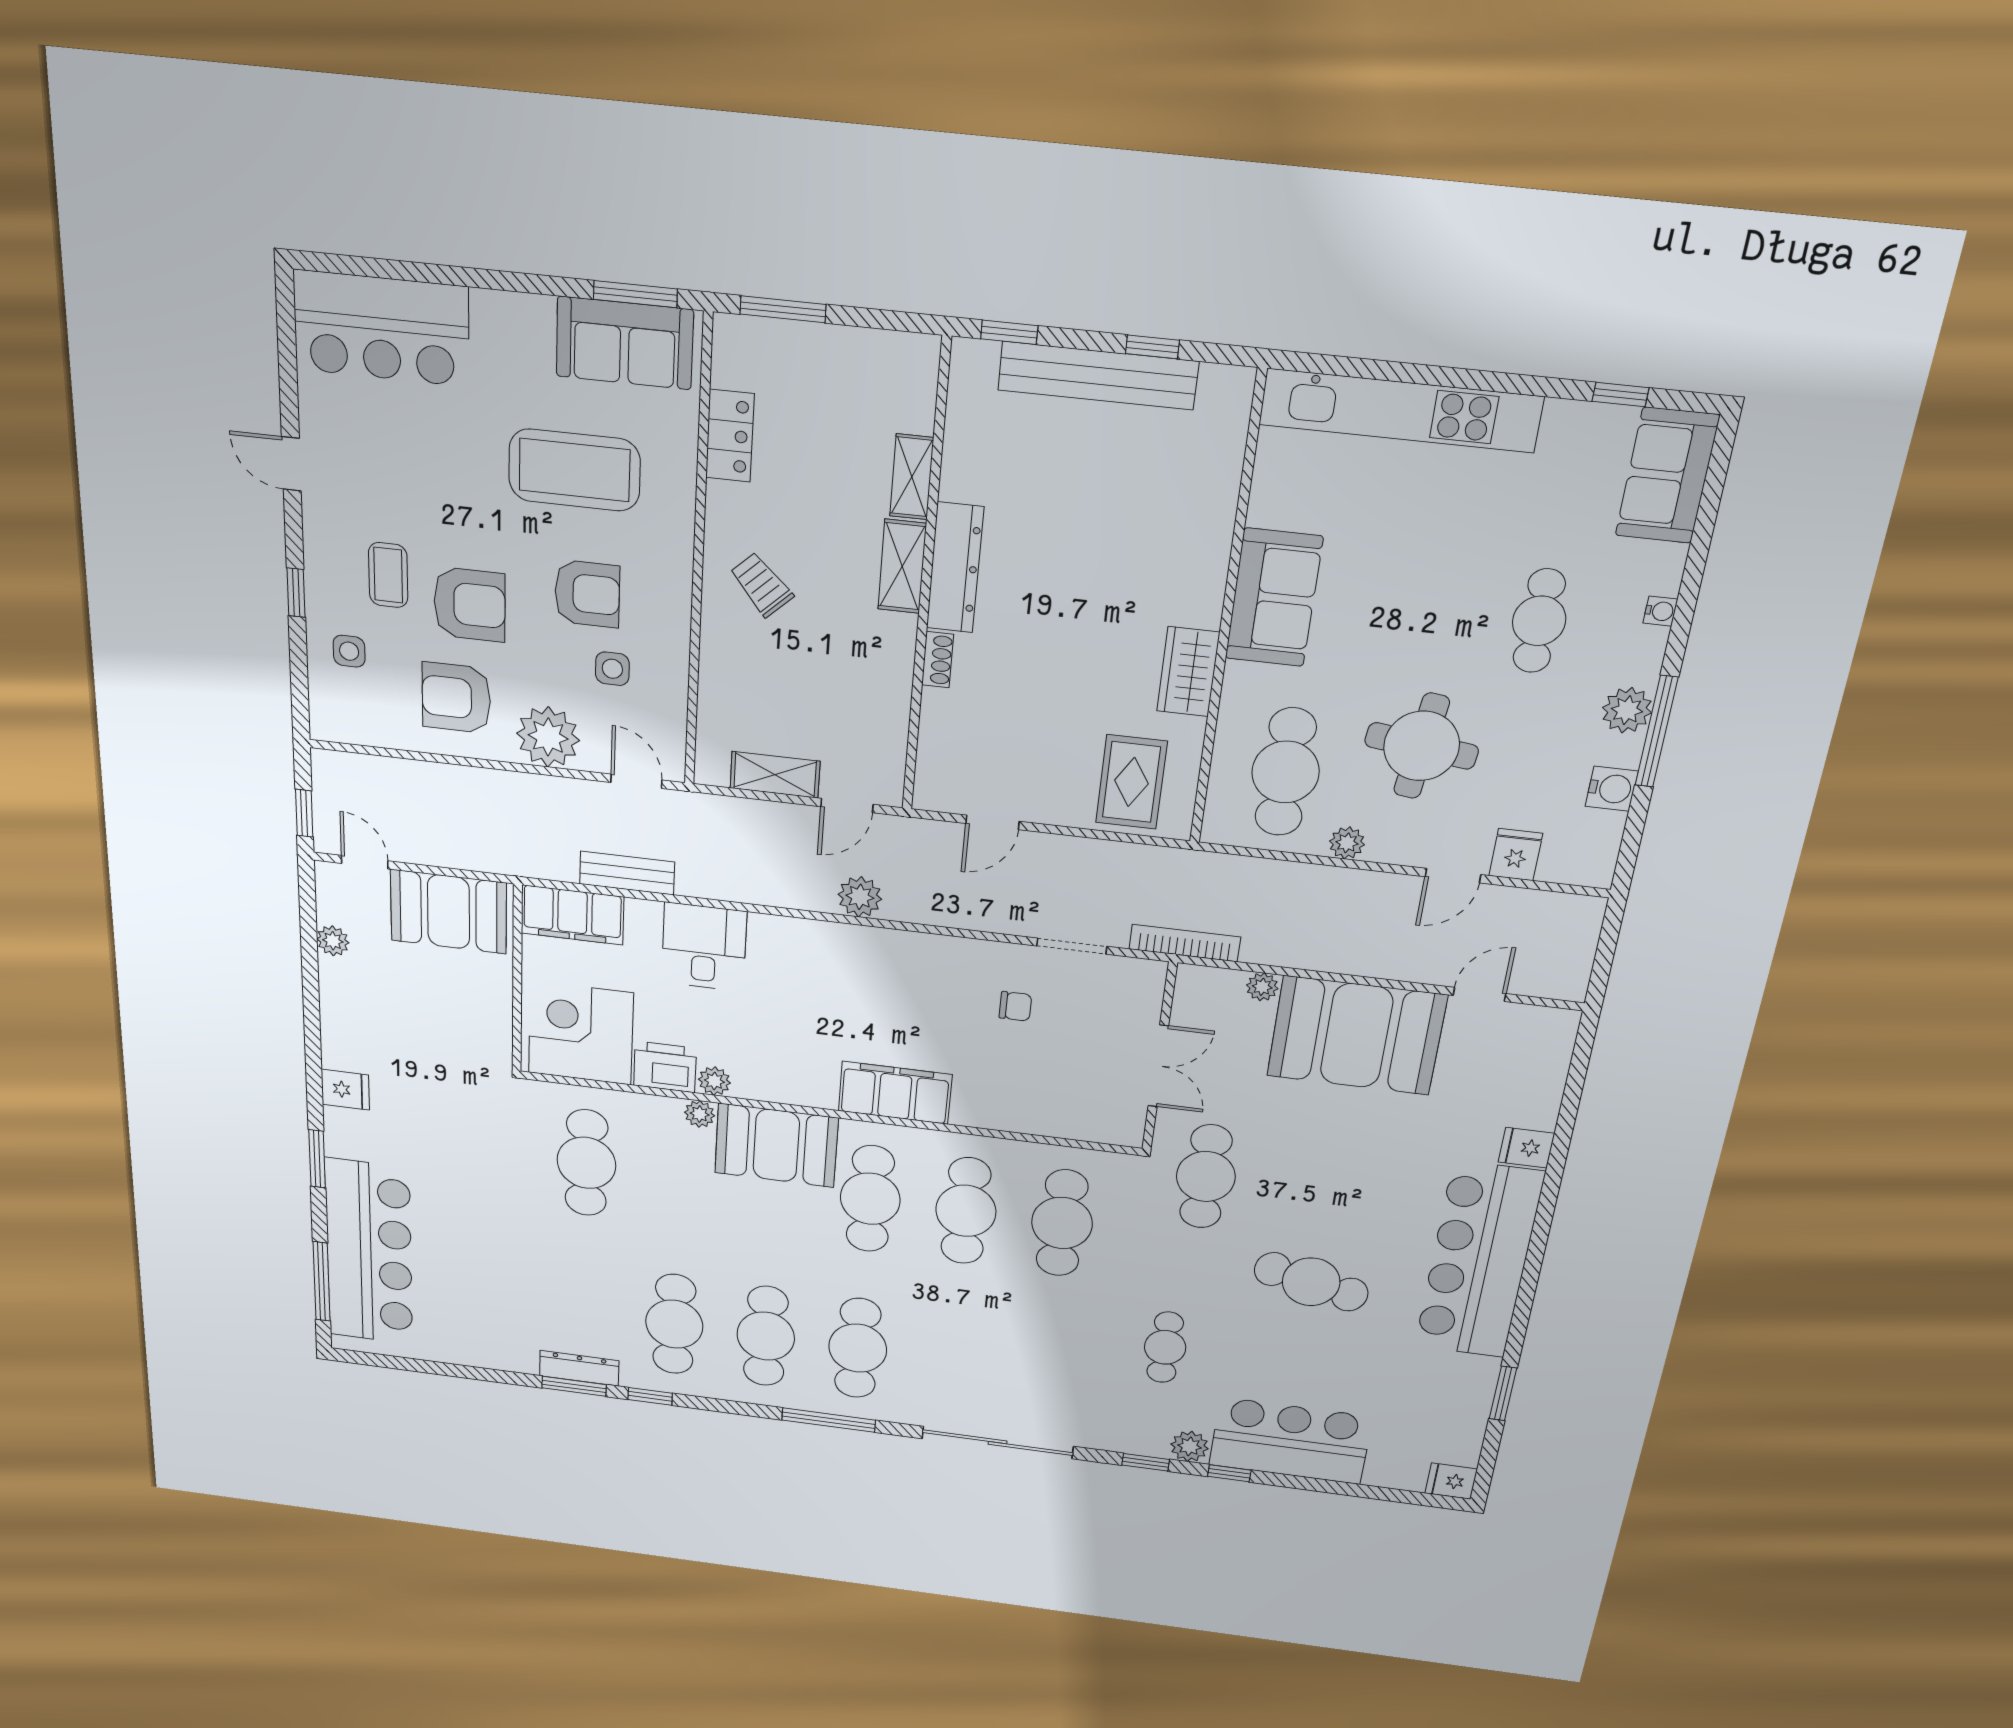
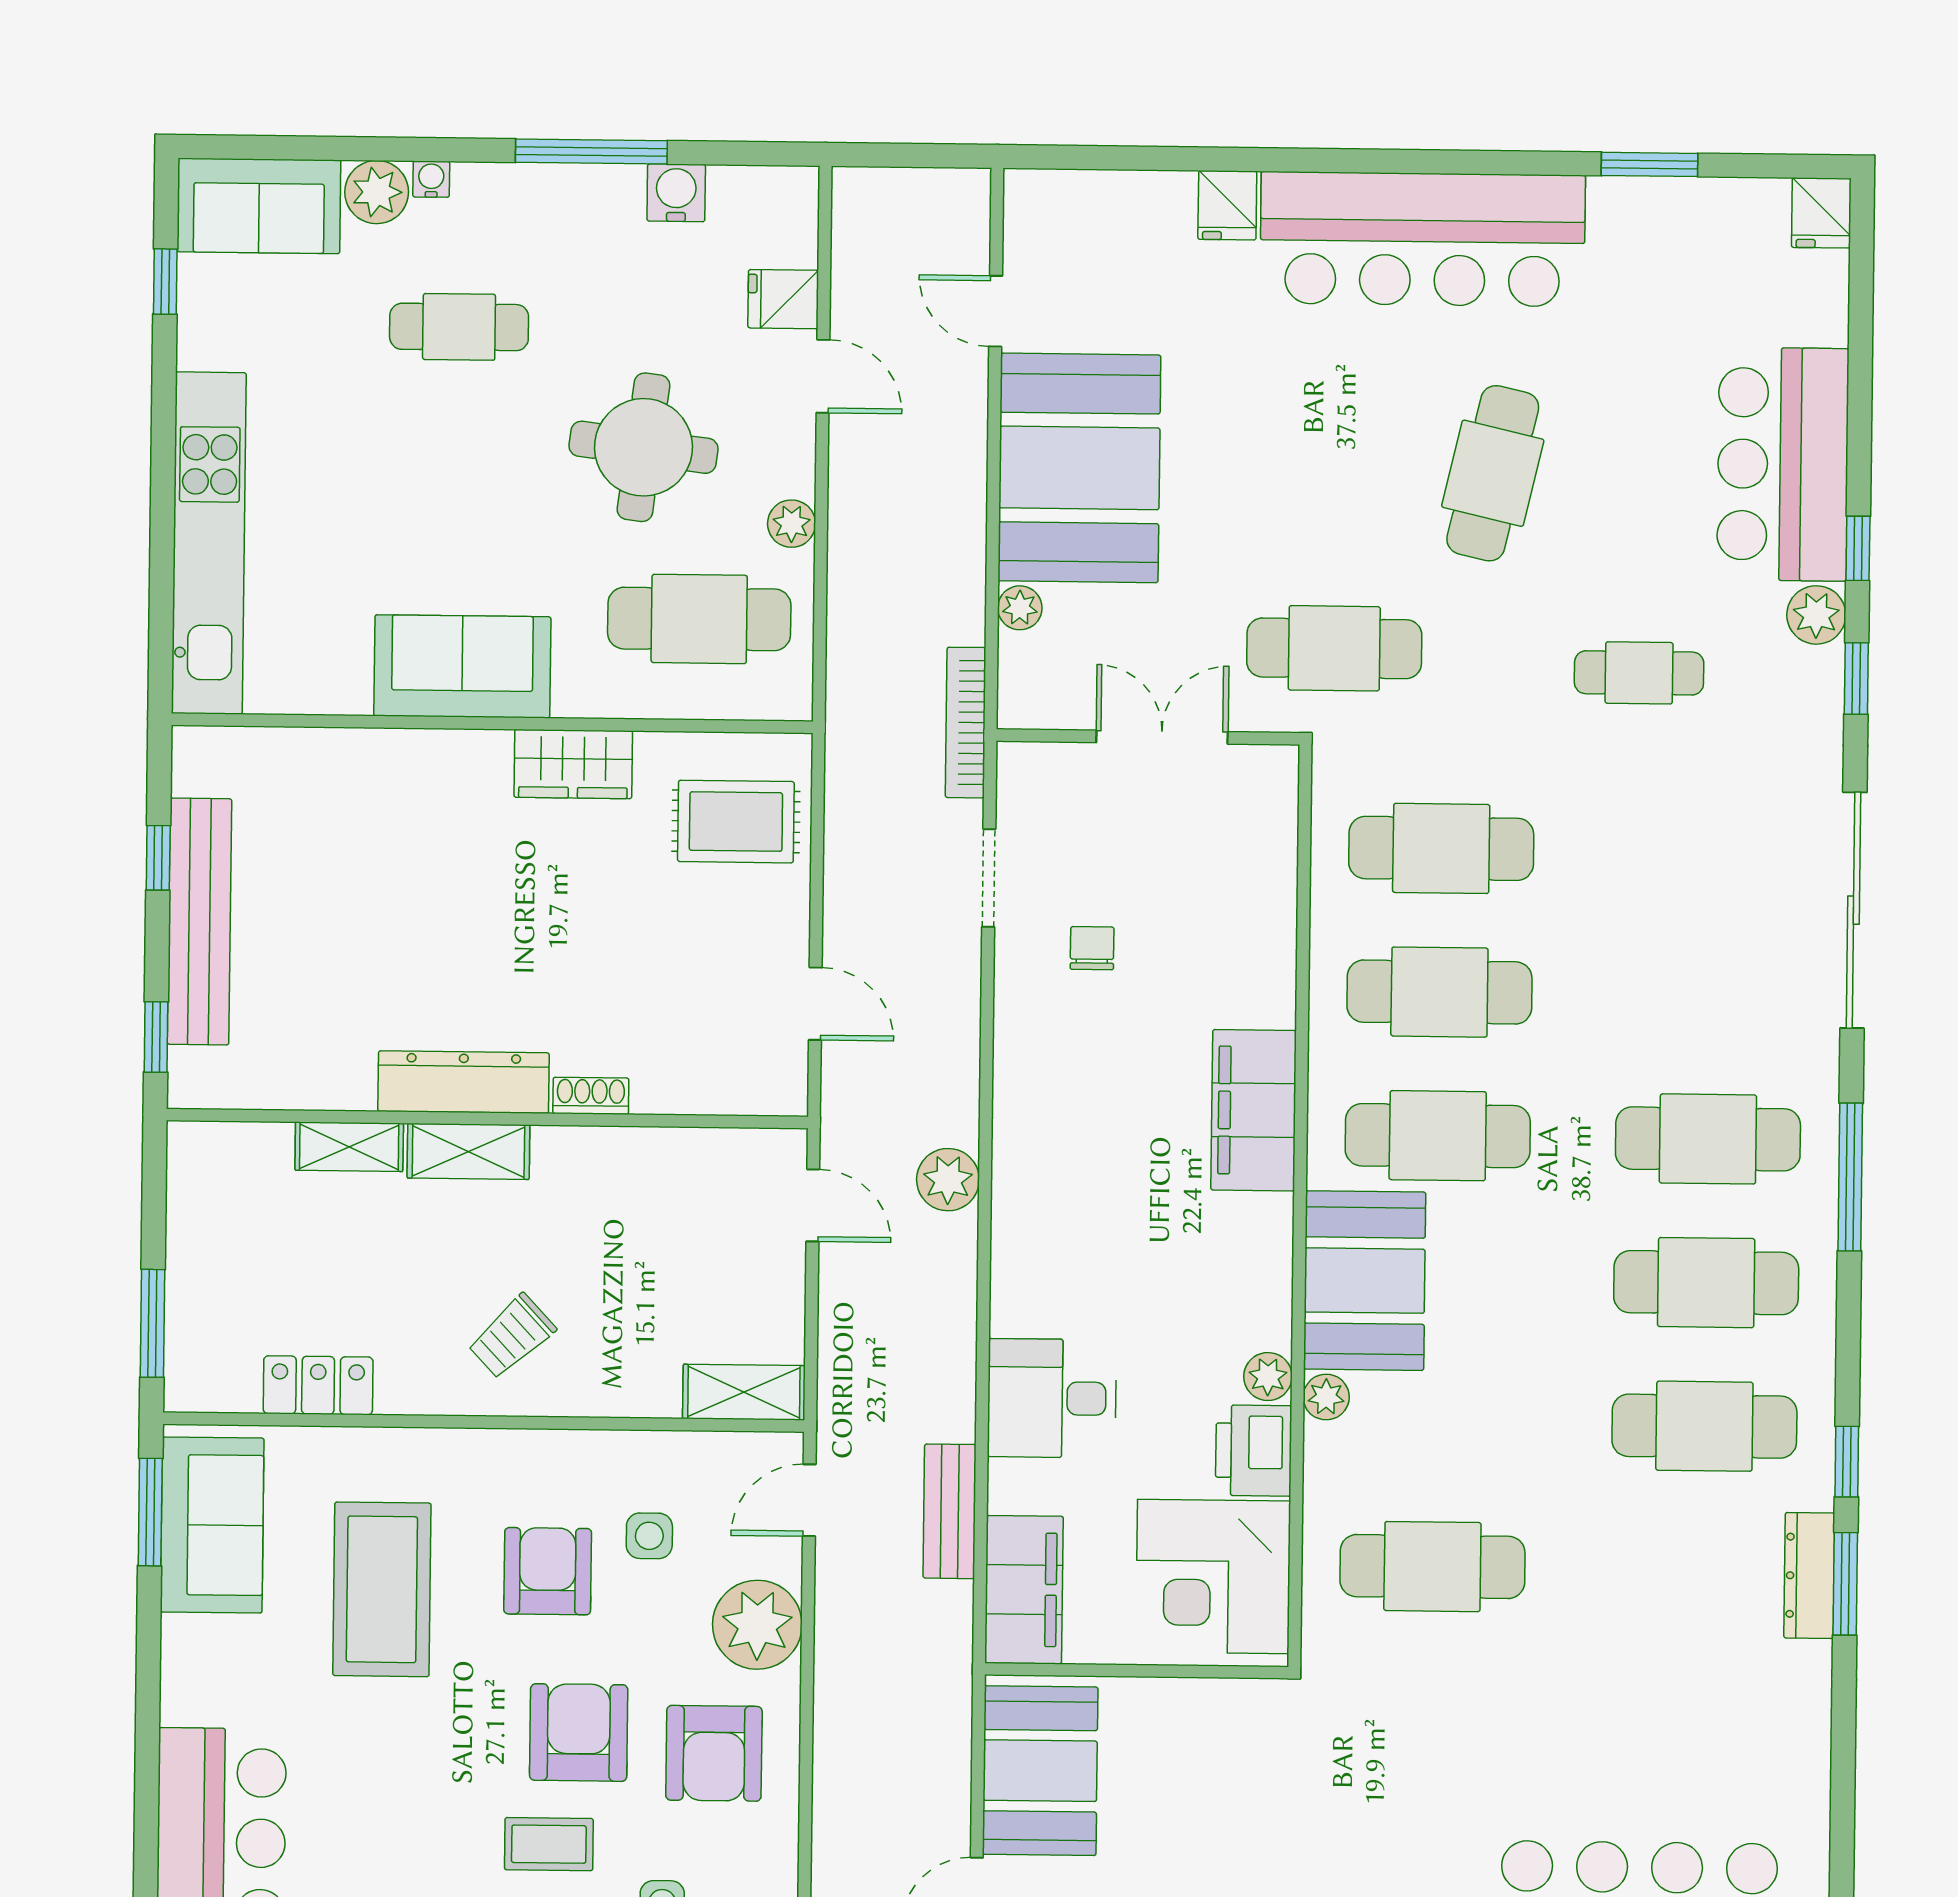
plant: (1627, 710) -> (377, 192), moved
shelving: (775, 775) -> (744, 1392), moved, turned 90

